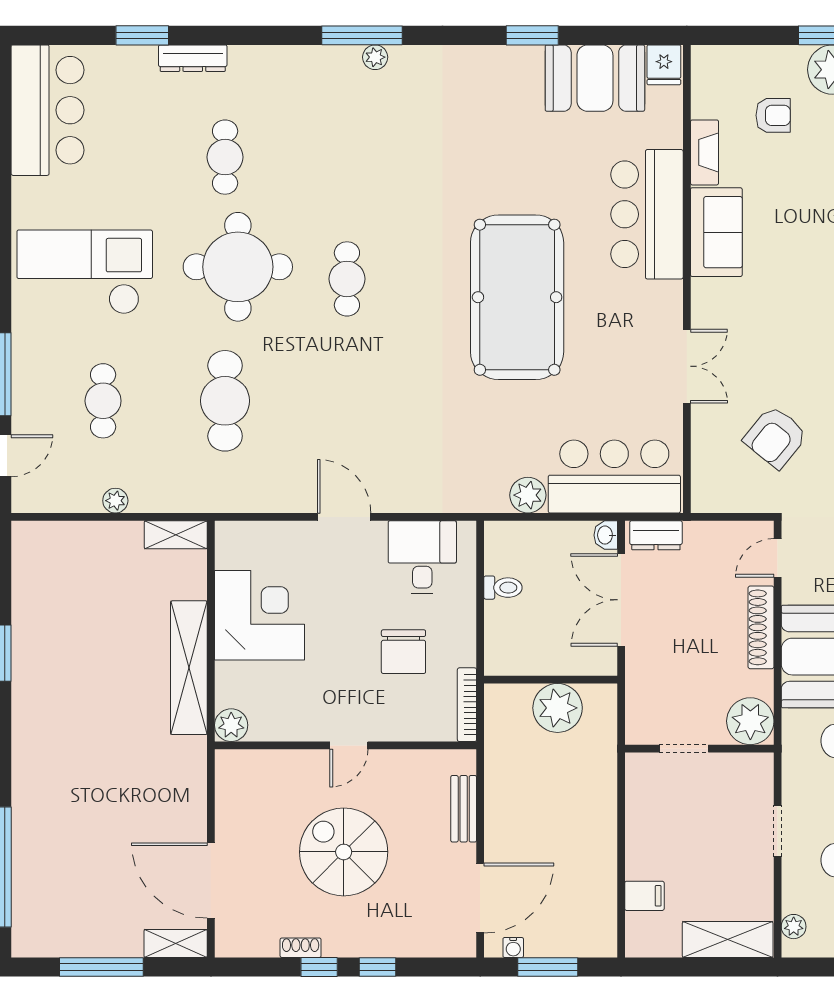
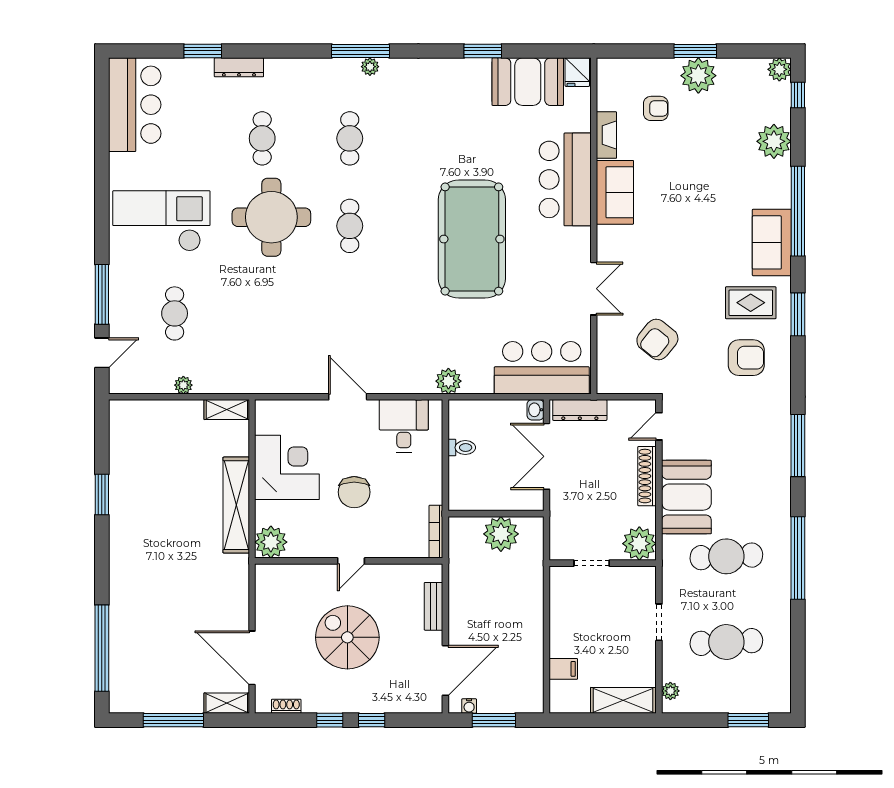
cafe table: (225, 401) -> (350, 138), moved, width x0.73, depth x0.74
plant: (528, 495) -> (448, 381), moved
dresser: (656, 535) -> (580, 410), width x1.44
chair: (403, 652) -> (354, 492), moved
plant: (231, 725) -> (271, 542), width x1.36, depth x1.36
shoe rack: (301, 948) -> (286, 706), moved

